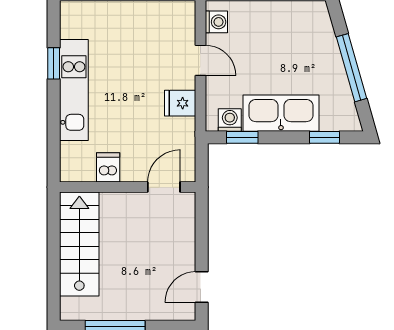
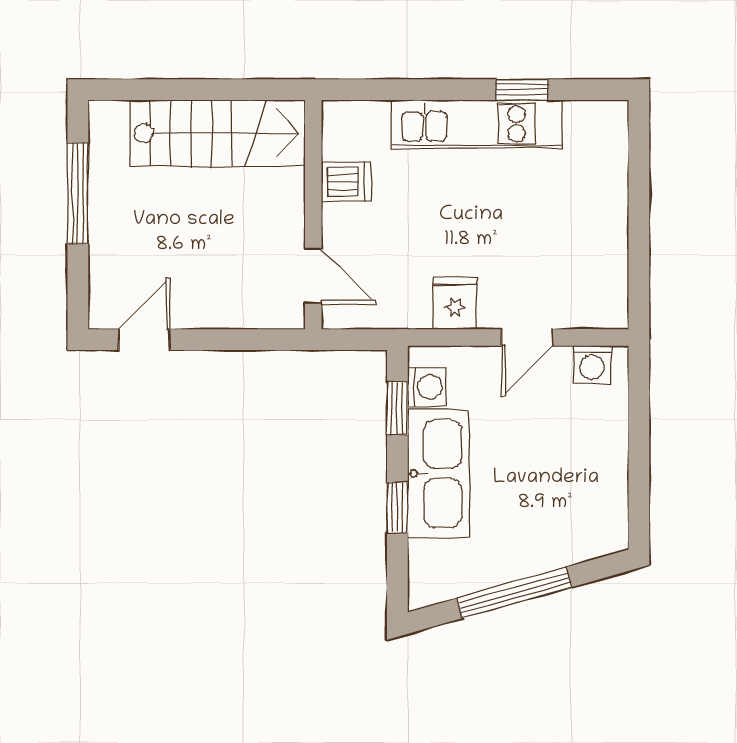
window: (324, 137) -> (397, 507), moved
door: (202, 287) -> (145, 340), hinge flipped

